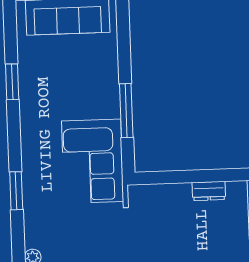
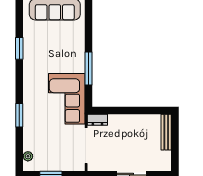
dresser: (209, 191) -> (97, 120), moved

